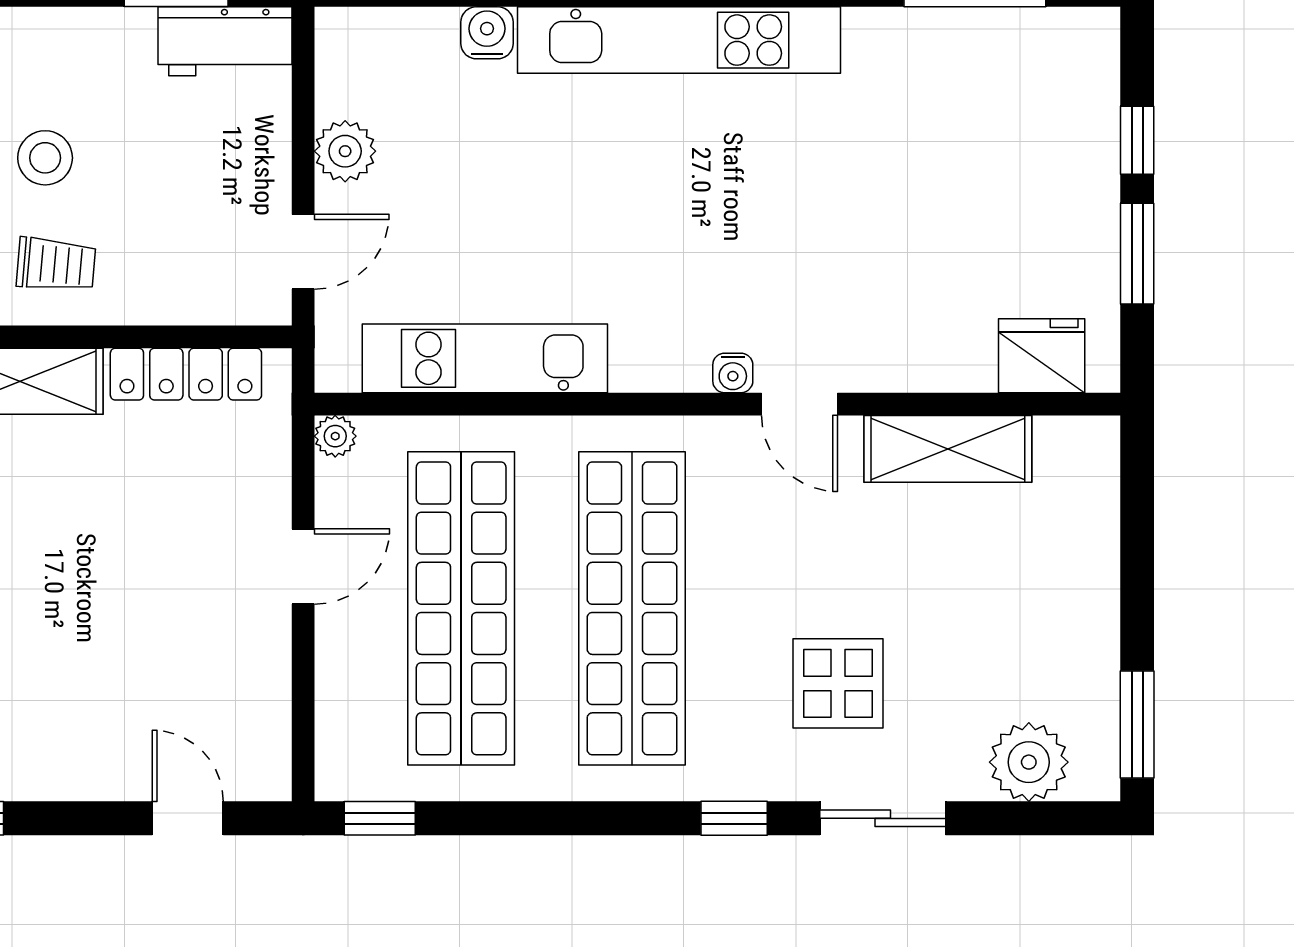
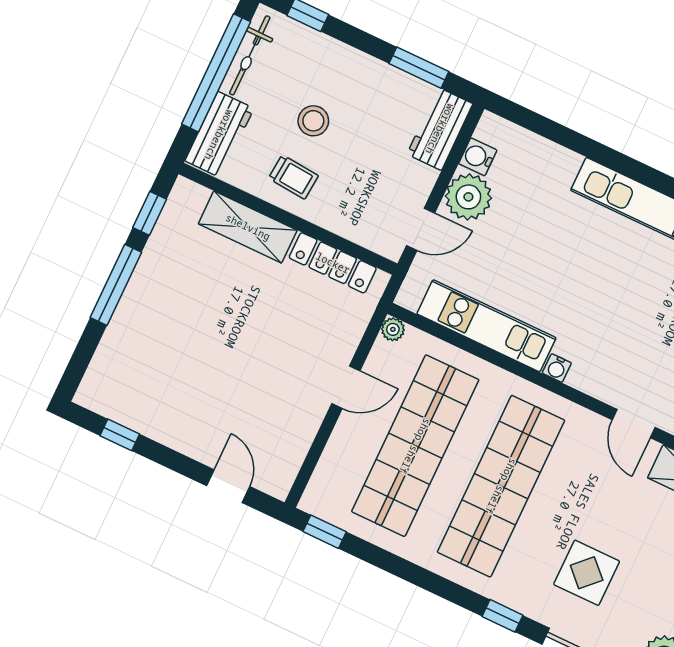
water cooler: (487, 33) -> (478, 157), moved, turned -90
workbench: (225, 41) -> (440, 129), moved, turned 90
plant: (345, 151) -> (468, 197), width x1.36, depth x1.36
water cooler: (733, 373) -> (557, 368), moved

